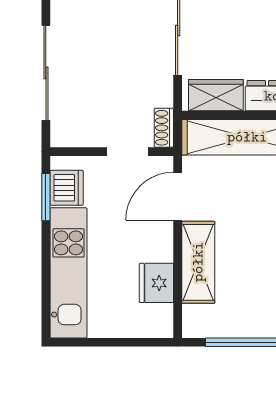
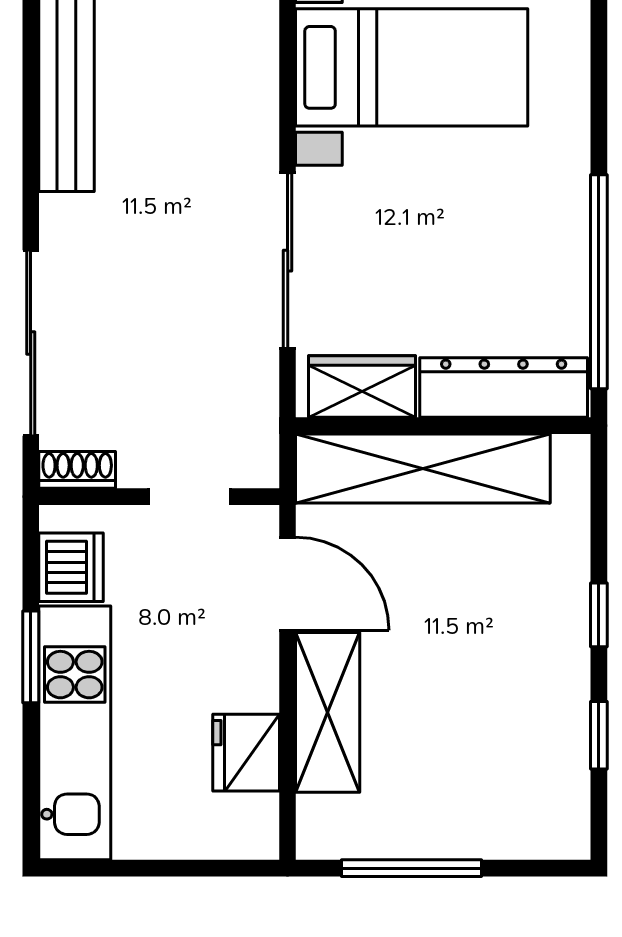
shoe rack: (164, 128) -> (77, 470), moved, turned 90
door: (178, 196) -> (288, 584), swing flipped
window: (46, 197) -> (31, 657), moved

